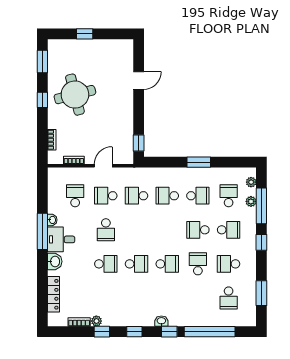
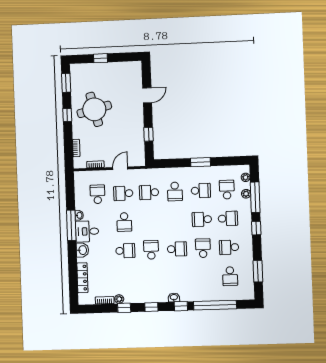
window: (139, 143) -> (149, 134), moved
school desk: (167, 196) -> (175, 191), turned -90
school desk: (137, 264) -> (151, 250), turned -90

